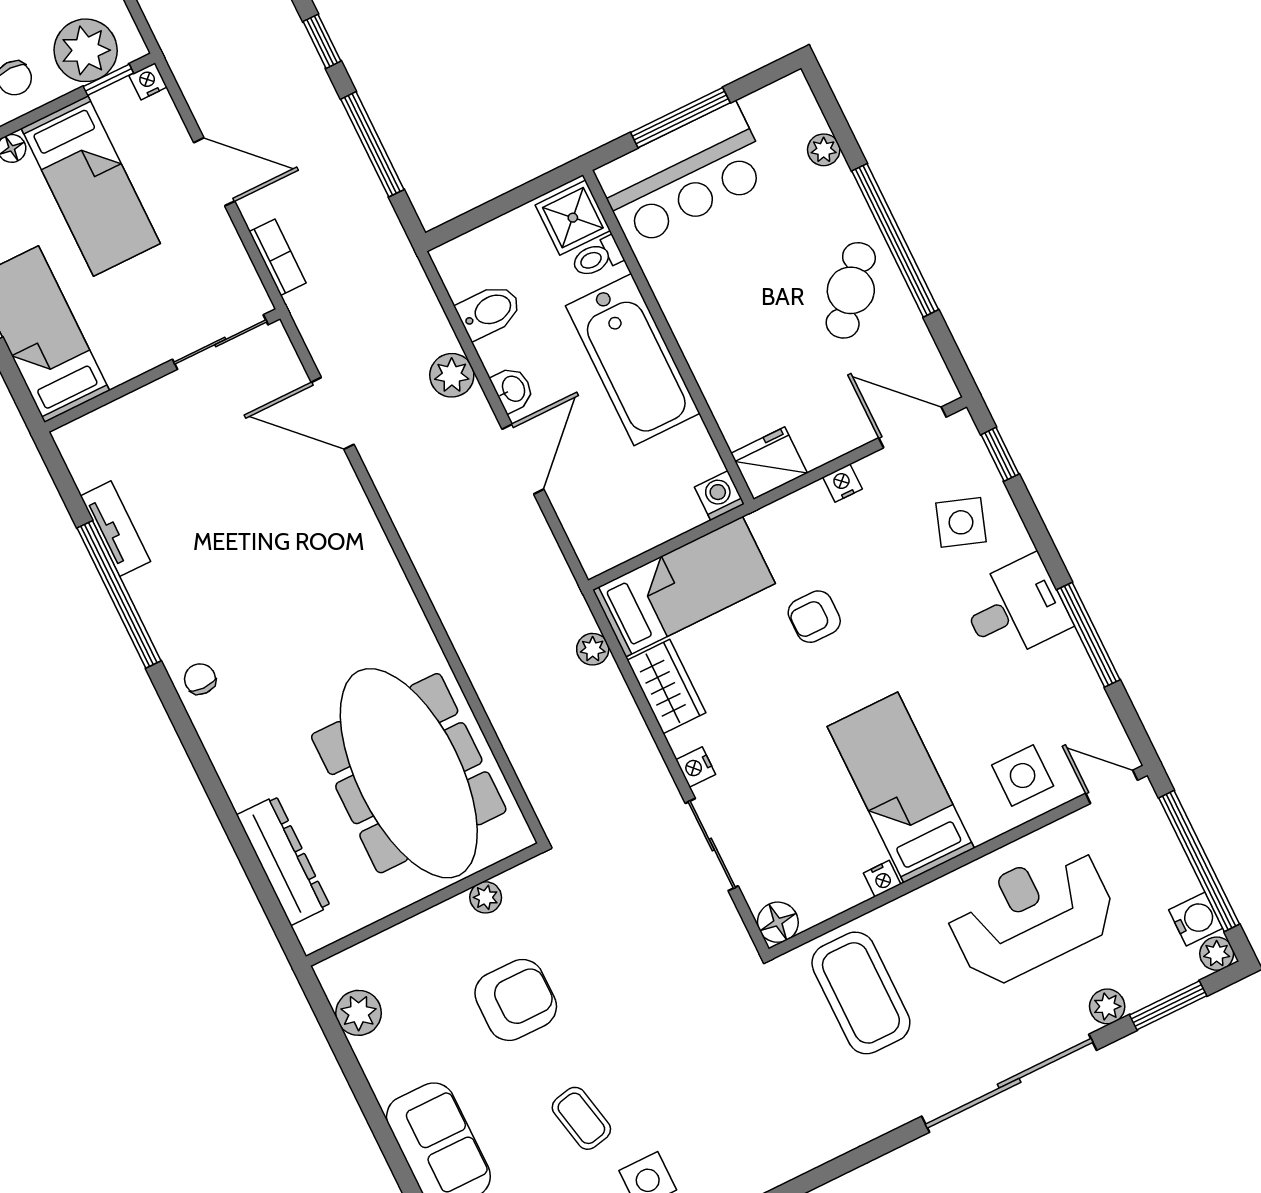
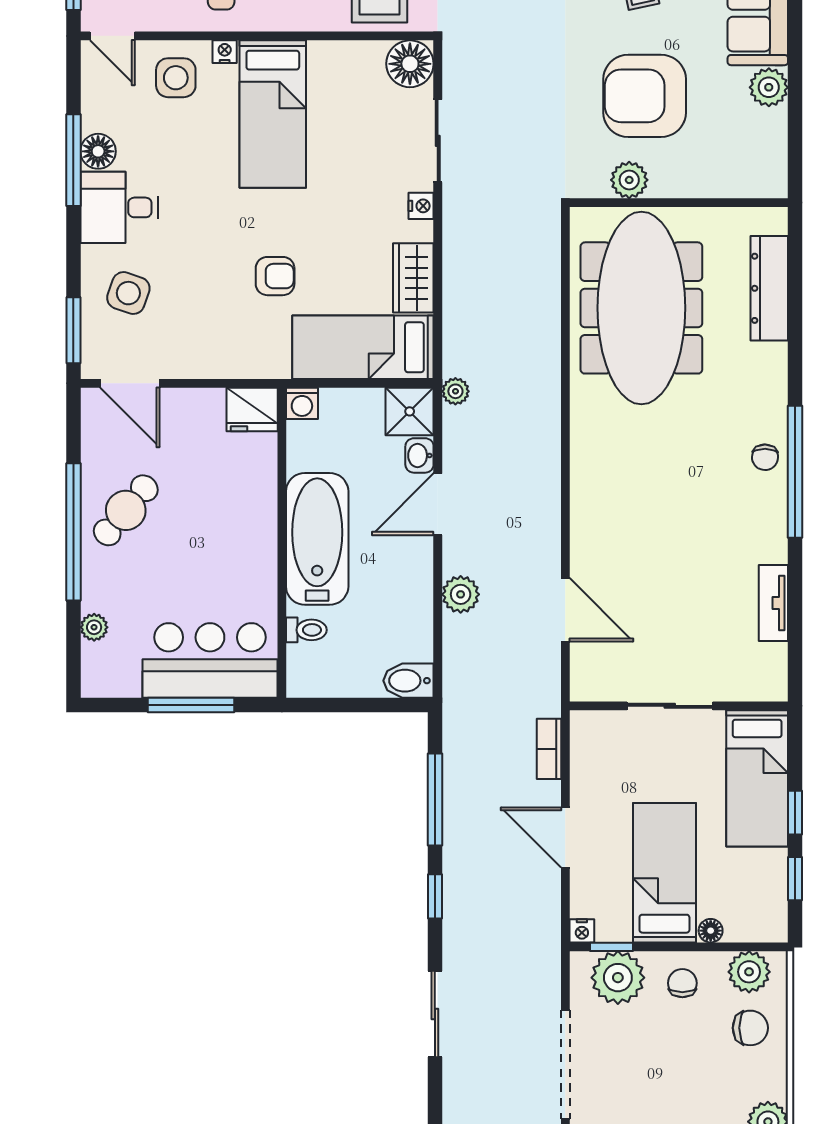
shower: (573, 218) -> (410, 411), moved
bidet: (489, 311) -> (408, 681), moved
sliding door: (220, 342) -> (670, 706), moved
washbasin: (513, 389) -> (419, 455), moved
window: (1000, 454) -> (73, 330), width x1.50
nightstand: (842, 483) -> (204, 367), removed
window: (119, 594) -> (795, 472), moved
plant: (593, 649) -> (455, 391), moved
floor lamp: (1067, 657) -> (98, 151), added
nightstand: (882, 879) -> (225, 52), moved
plant: (486, 897) -> (629, 180), width x1.38, depth x1.38
floor lamp: (778, 922) -> (410, 64), width x1.38, depth x1.38
armchair: (516, 1000) -> (645, 96), width x1.36, depth x1.36
plant: (359, 1013) -> (769, 87), moved

